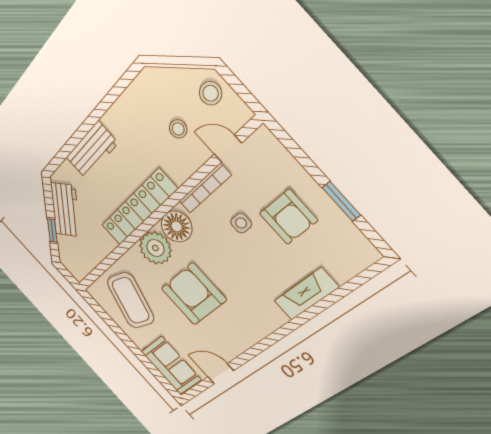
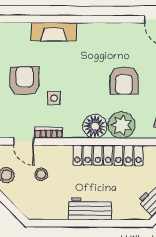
workbench: (92, 150) -> (90, 209), moved
bookcase: (205, 188) -> (49, 132), width x0.64
armchair: (194, 294) -> (124, 81), width x0.73, depth x0.73

